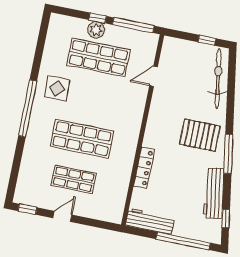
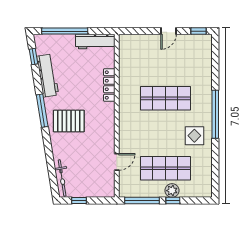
bicycle: (218, 78) -> (62, 178), width x0.73, depth x0.71
shop shelf: (74, 179) -> (165, 63), removed

